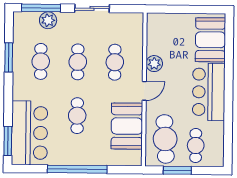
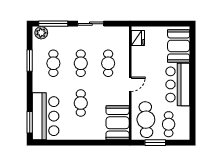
plant: (48, 20) -> (41, 33), moved
fridge: (155, 28) -> (138, 38), added
plant: (154, 64) -> (137, 64), removed
booth: (127, 126) -> (118, 123), moved
window: (77, 169) -> (81, 143), removed

